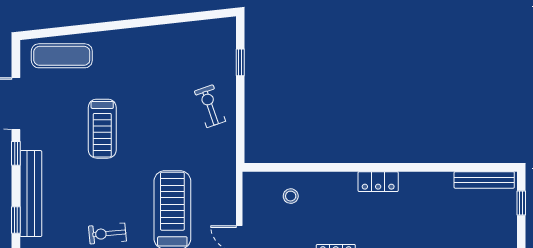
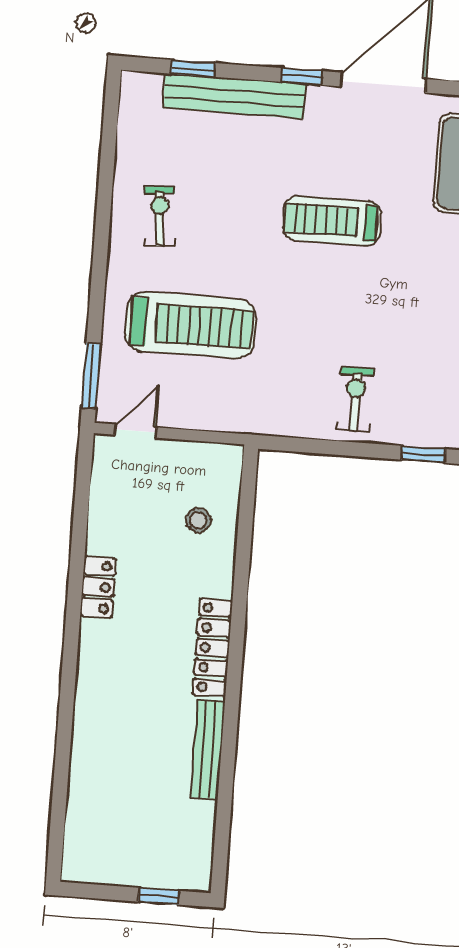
exercise bike: (210, 106) -> (355, 399), turned -71
bench: (484, 180) -> (208, 749), moved
locker: (378, 182) -> (213, 648), width x1.53

